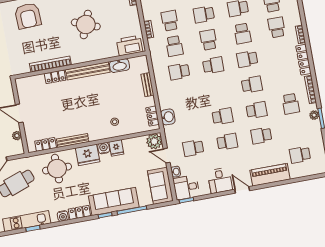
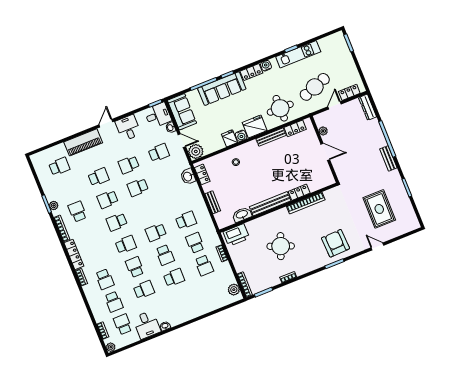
door: (242, 190) -> (106, 123), swing flipped

